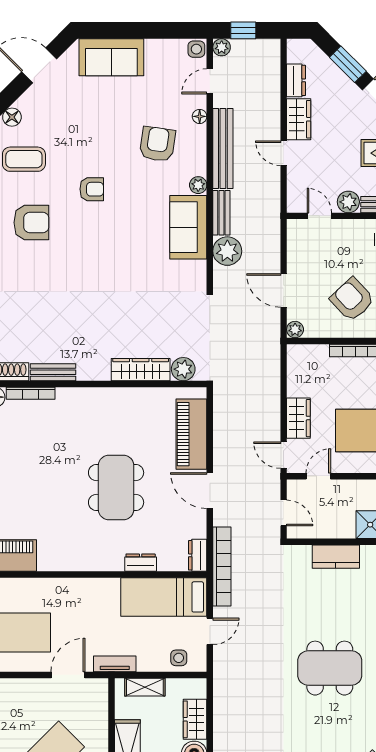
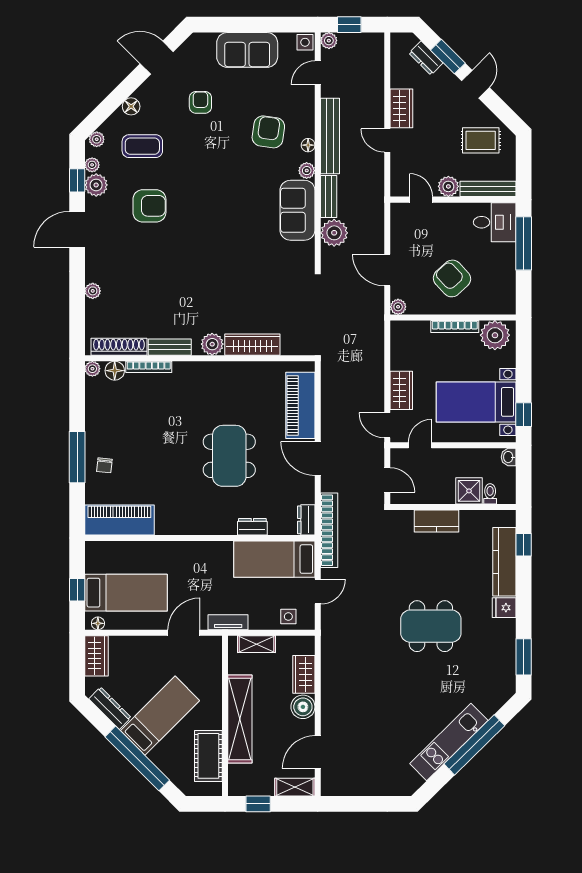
sofa: (111, 57) -> (247, 50), moved
dresser: (296, 80) -> (426, 58), moved, turned 135
floor lamp: (200, 116) -> (308, 145), moved
armchair: (92, 189) -> (200, 102), moved, turned -90
plant: (183, 369) -> (212, 344), moved

